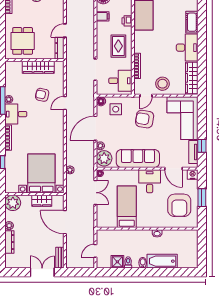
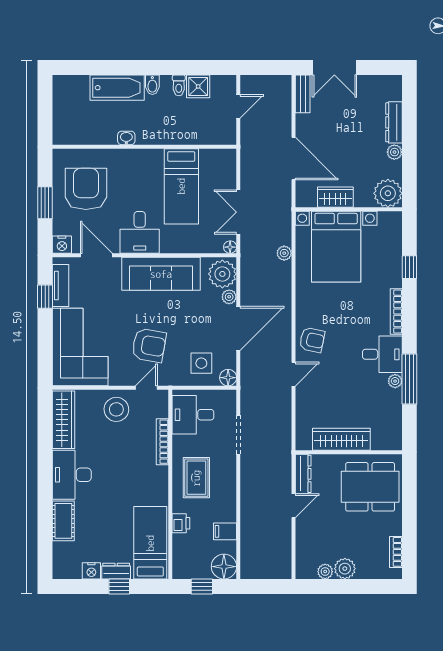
dining table: (23, 41) -> (370, 487), width x1.38
armchair: (42, 95) -> (312, 340), moved

